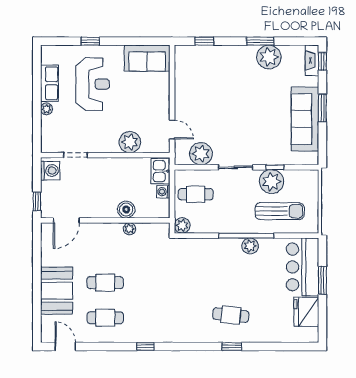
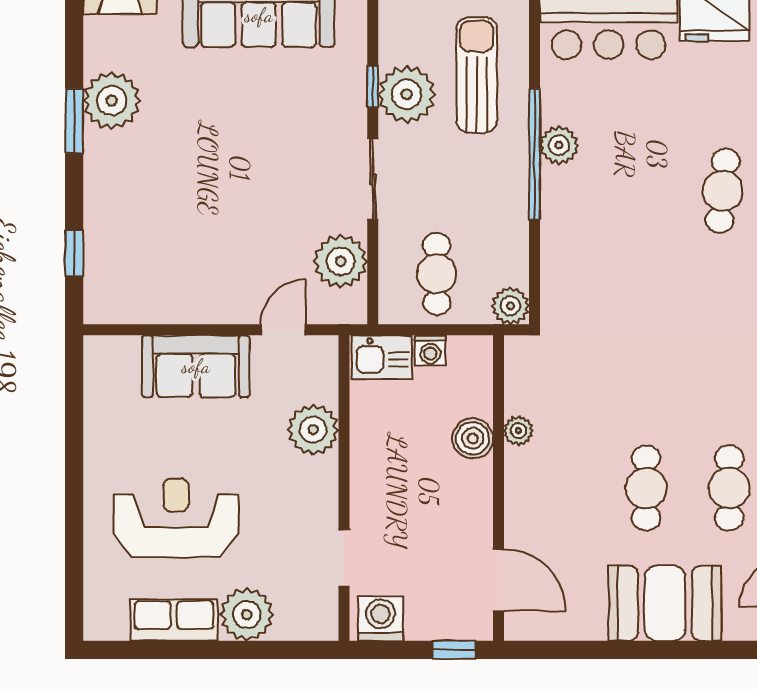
window: (90, 41) -> (74, 523), removed
sofa: (147, 58) -> (196, 366), moved, turned 90
plant: (47, 109) -> (247, 614), width x1.87, depth x1.87

